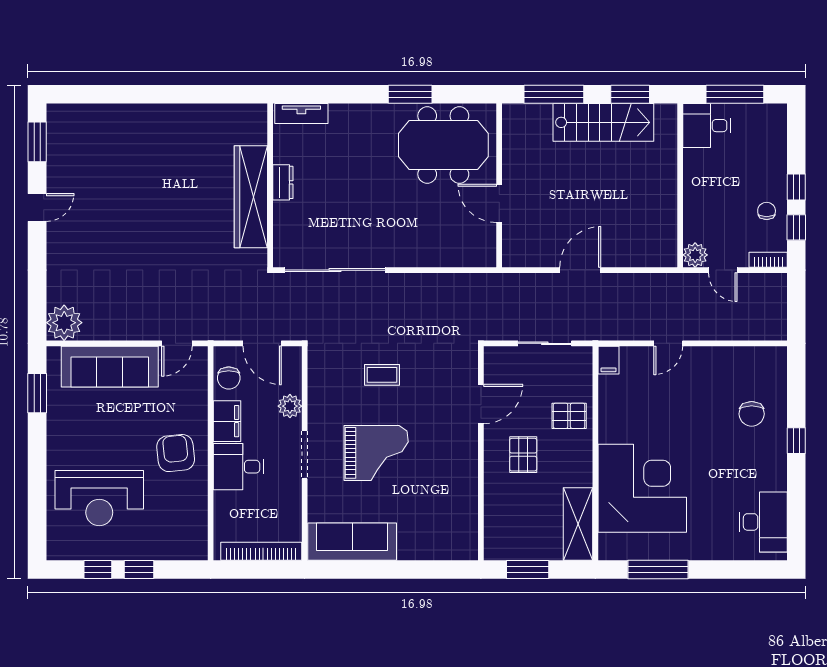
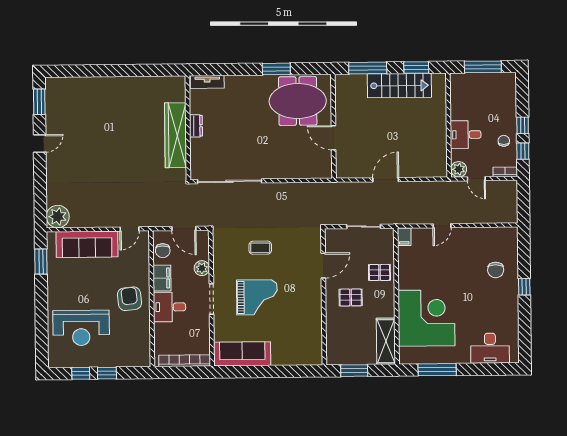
desk: (707, 126) -> (466, 135), moved
pallet: (523, 455) -> (351, 297), turned 90
desk: (763, 522) -> (490, 348), moved, turned 90

